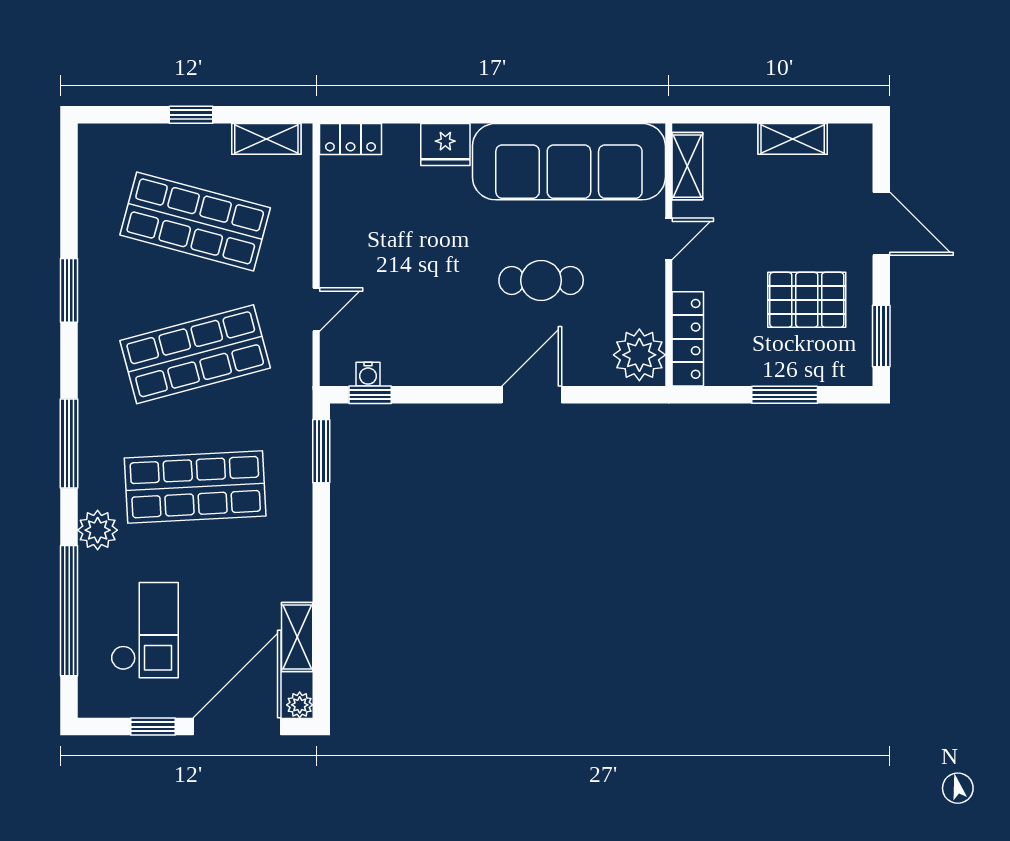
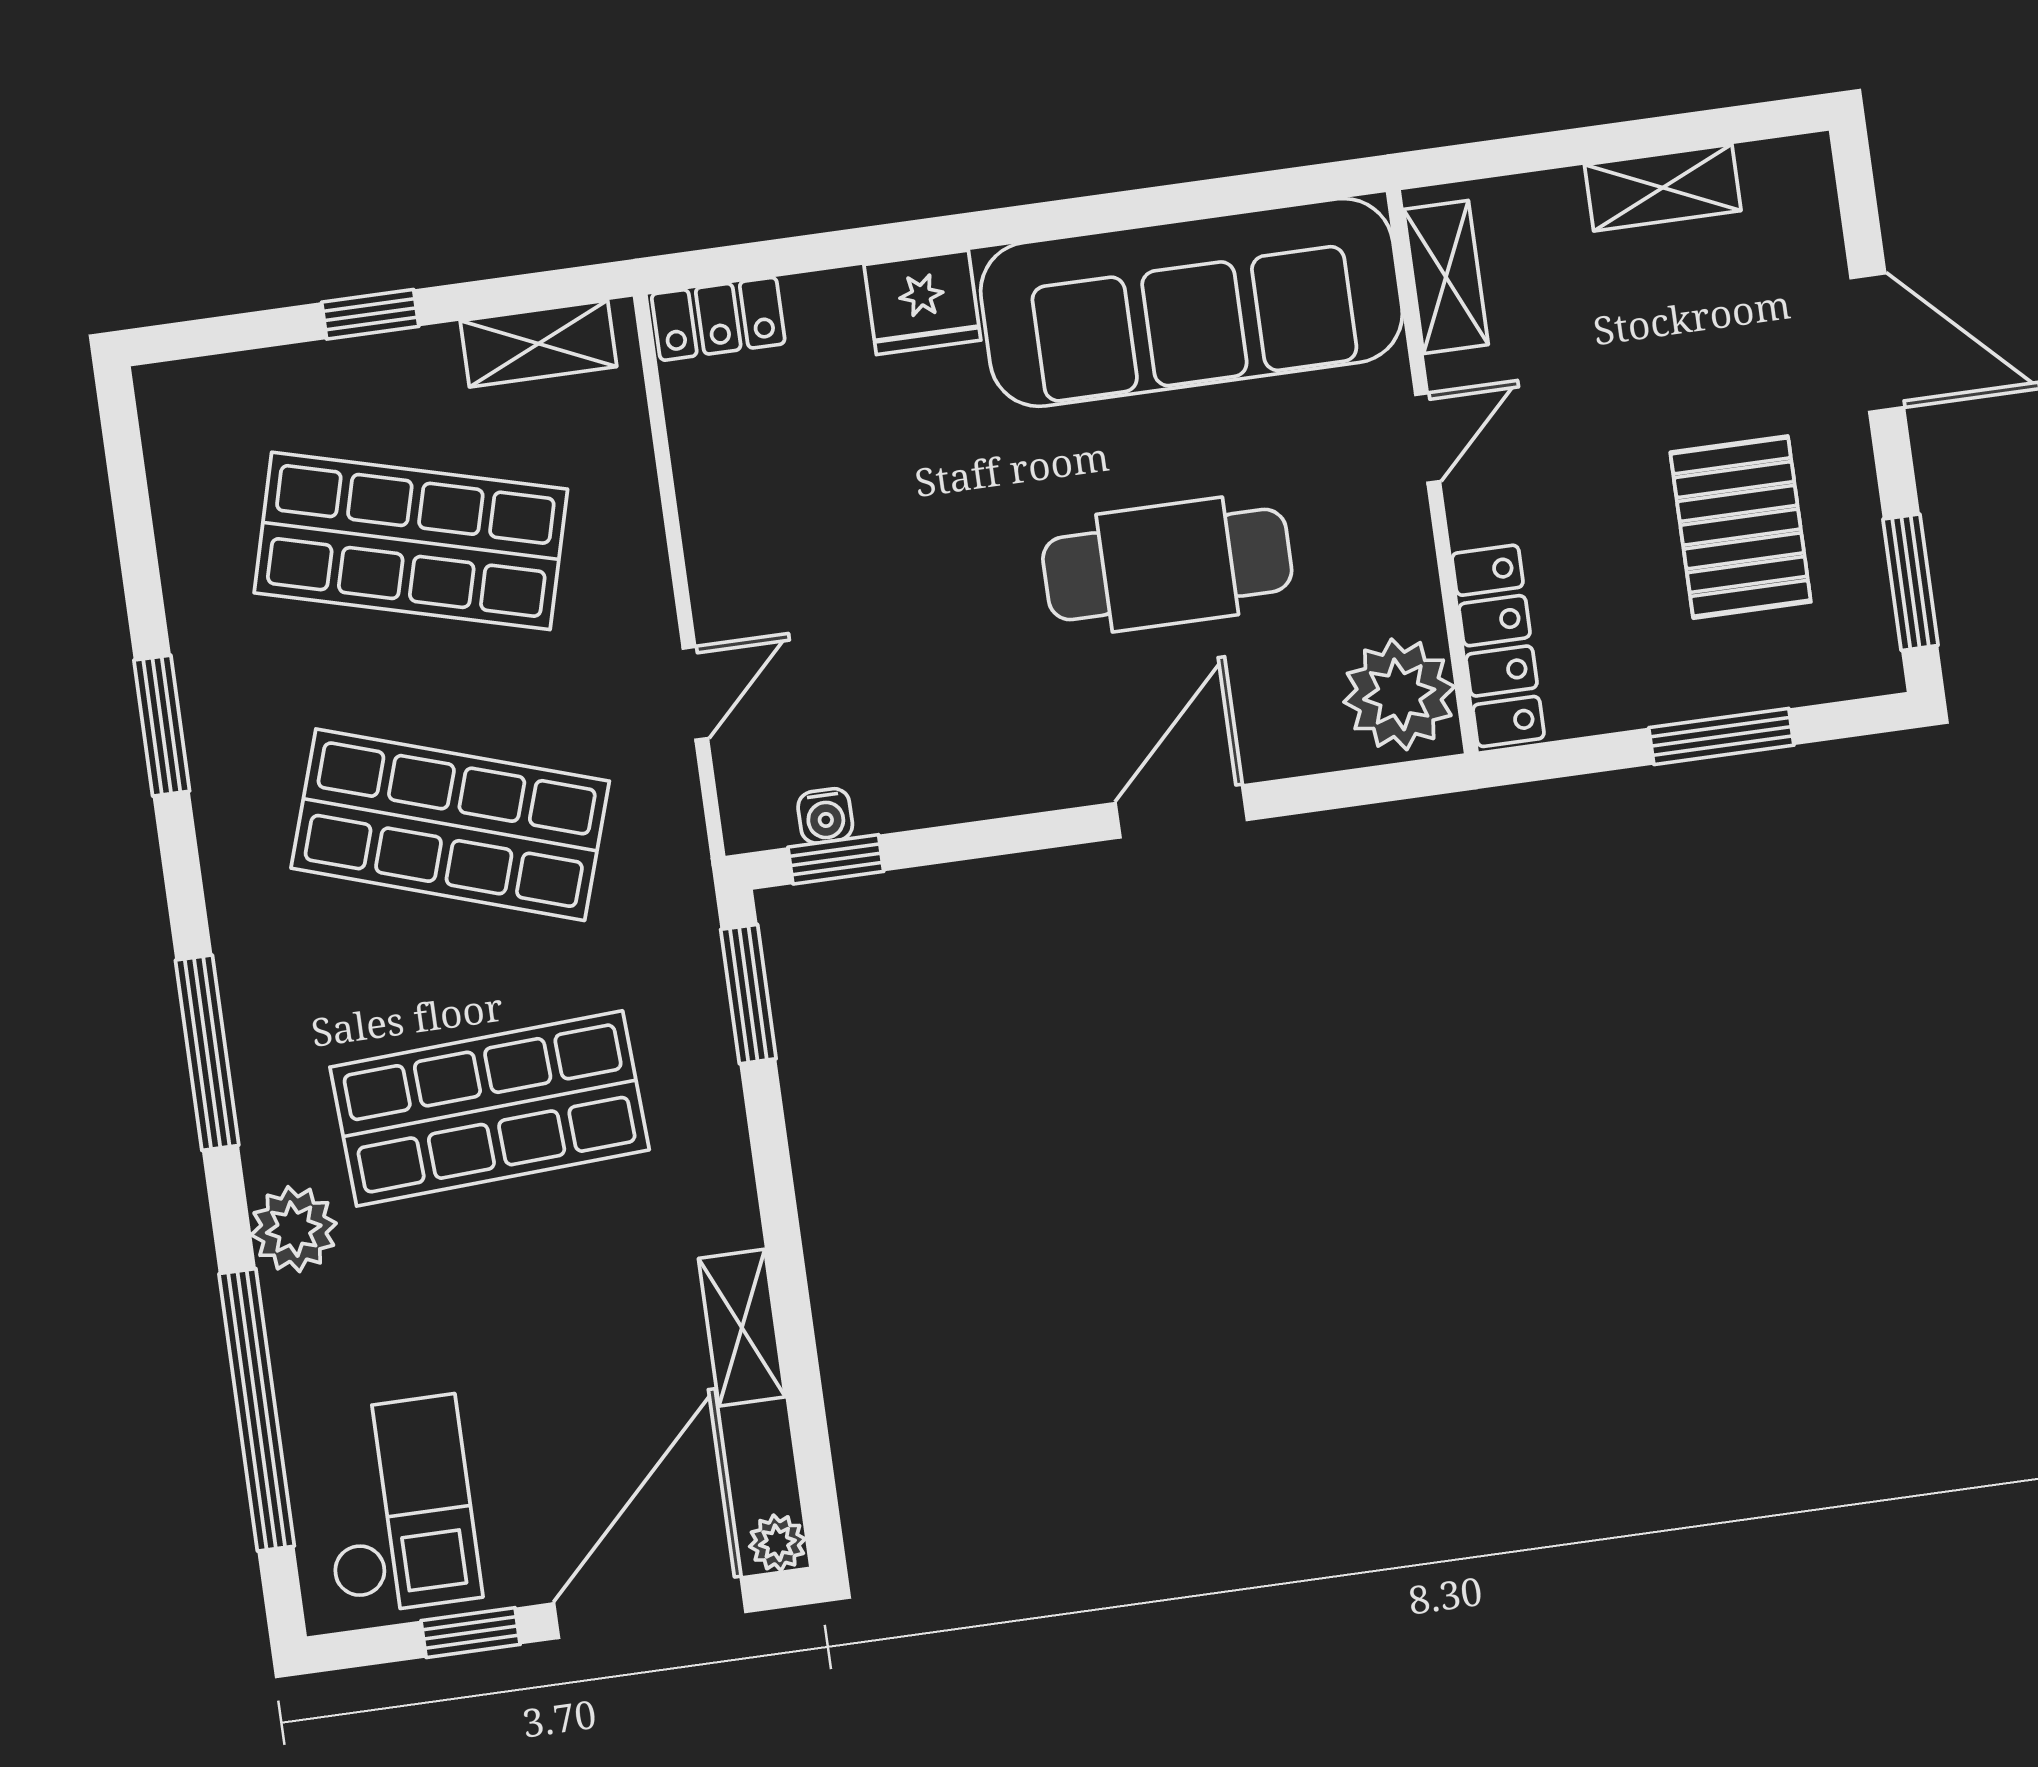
cafe table: (541, 280) -> (1167, 565), width x1.37, depth x1.35
pallet: (807, 300) -> (1741, 527), turned 90
shop shelf: (195, 354) -> (450, 825), turned 33
checkout: (145, 630) -> (397, 1505), moved
shelving: (297, 637) -> (742, 1328), moved

